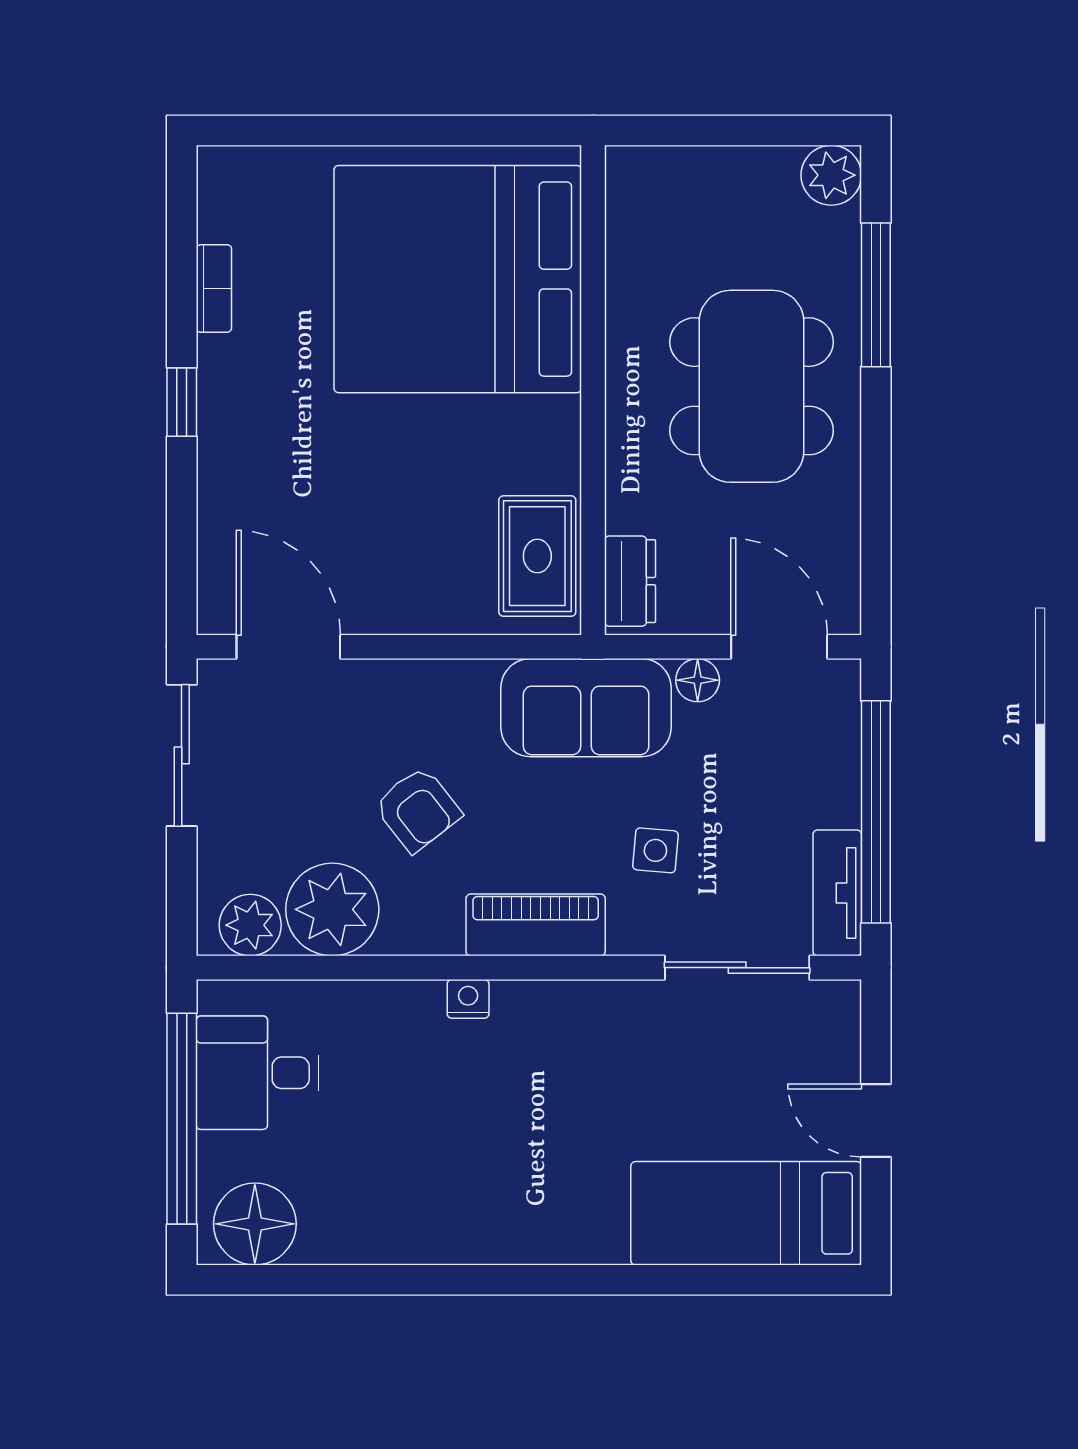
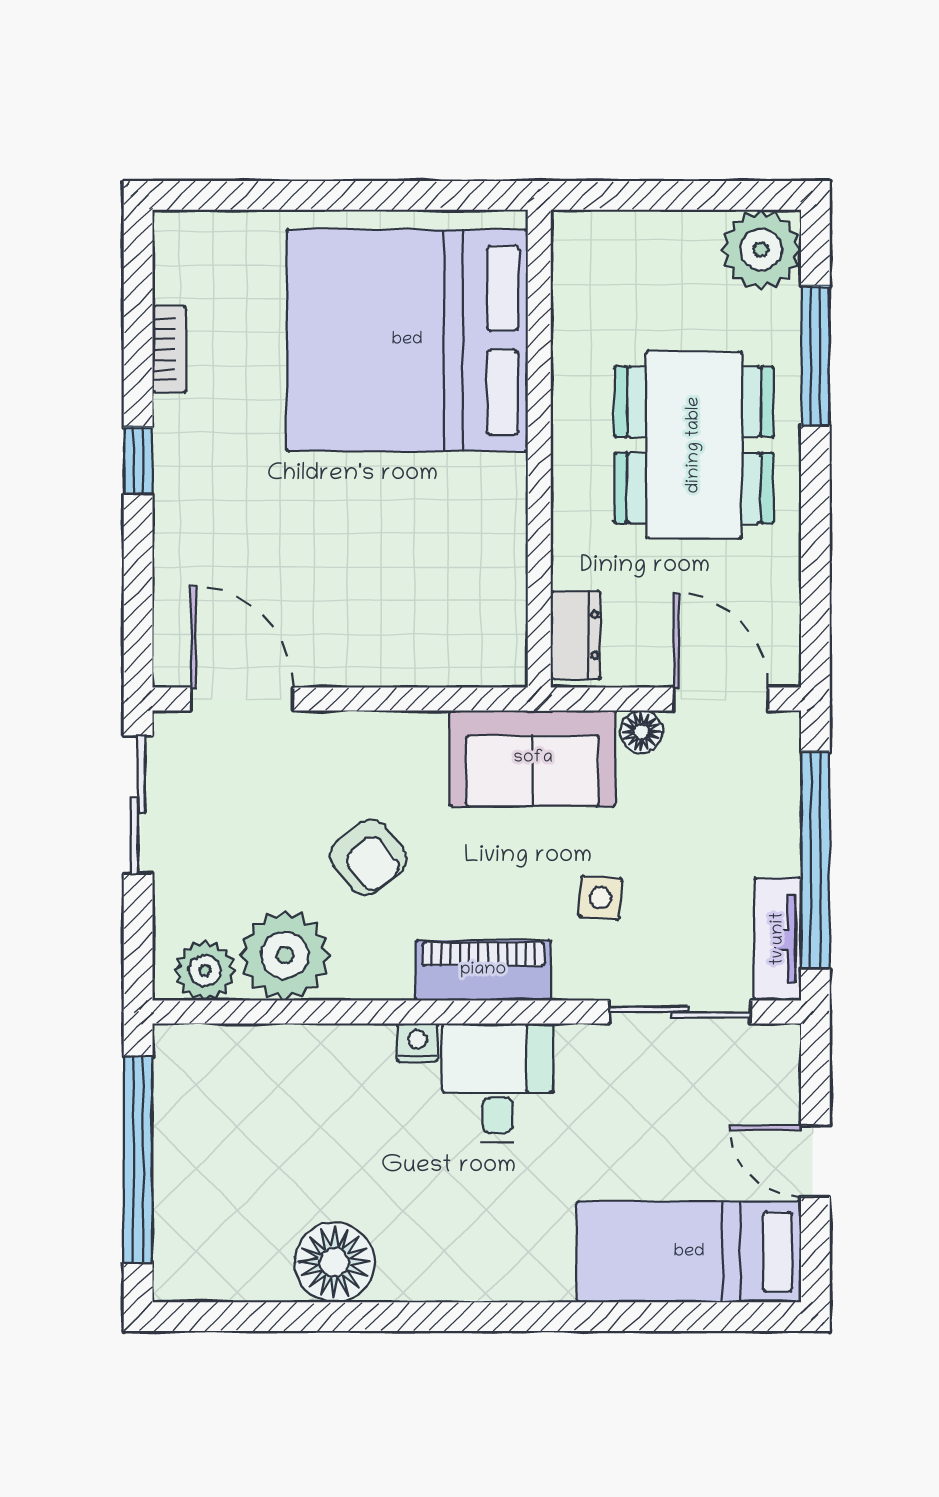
plant: (831, 175) -> (761, 250), width x1.36, depth x1.36
rug: (537, 556) -> (485, 611), removed
desk: (258, 1073) -> (498, 1083), moved, turned 90
floor lamp: (255, 1224) -> (334, 1262), moved

